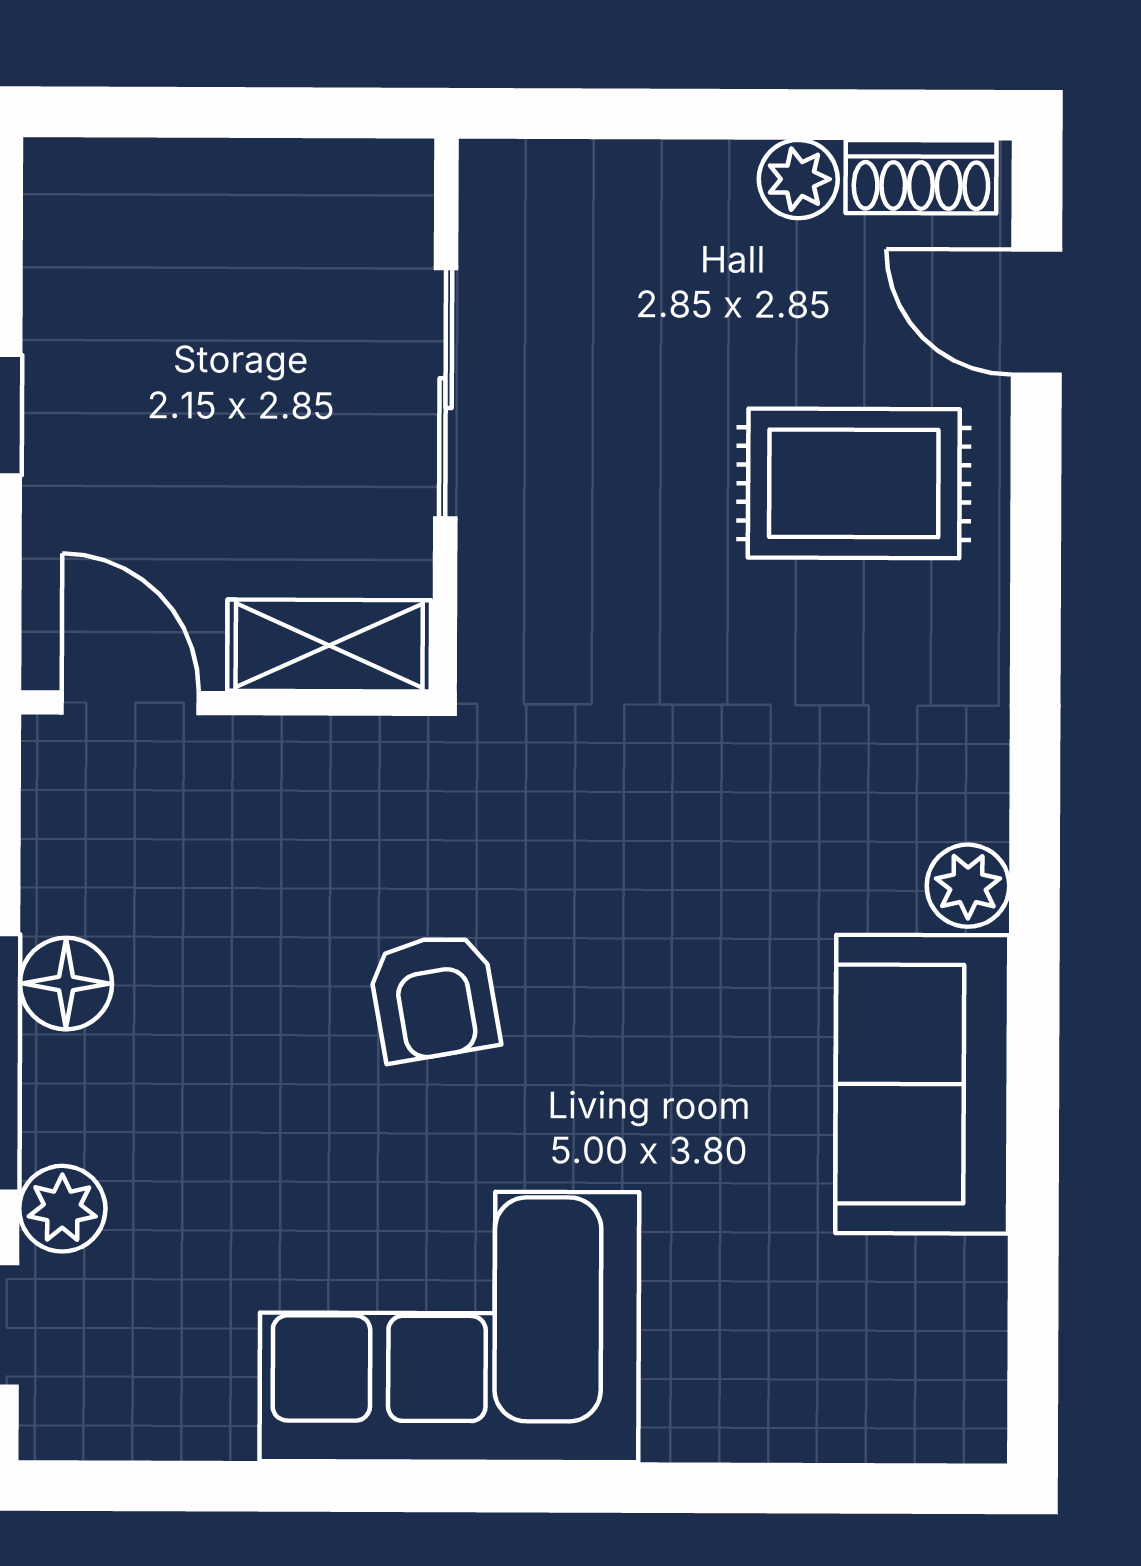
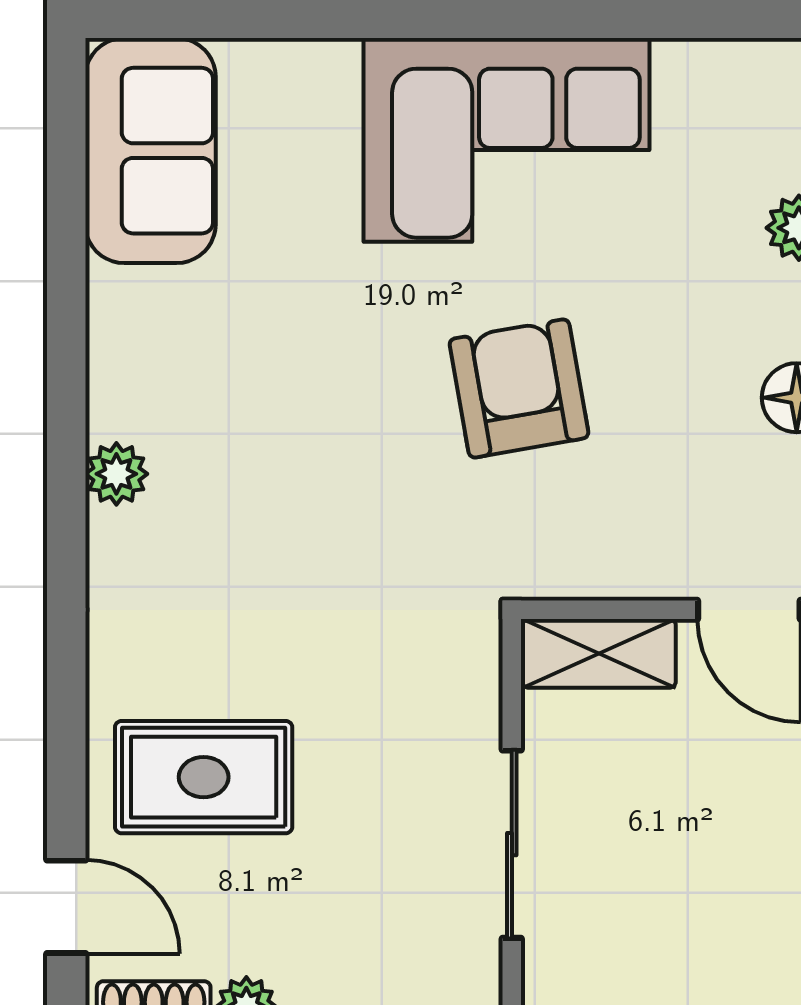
armchair: (434, 997) -> (519, 388), width x1.38, depth x1.38
sofa: (922, 1084) -> (150, 151), moved

